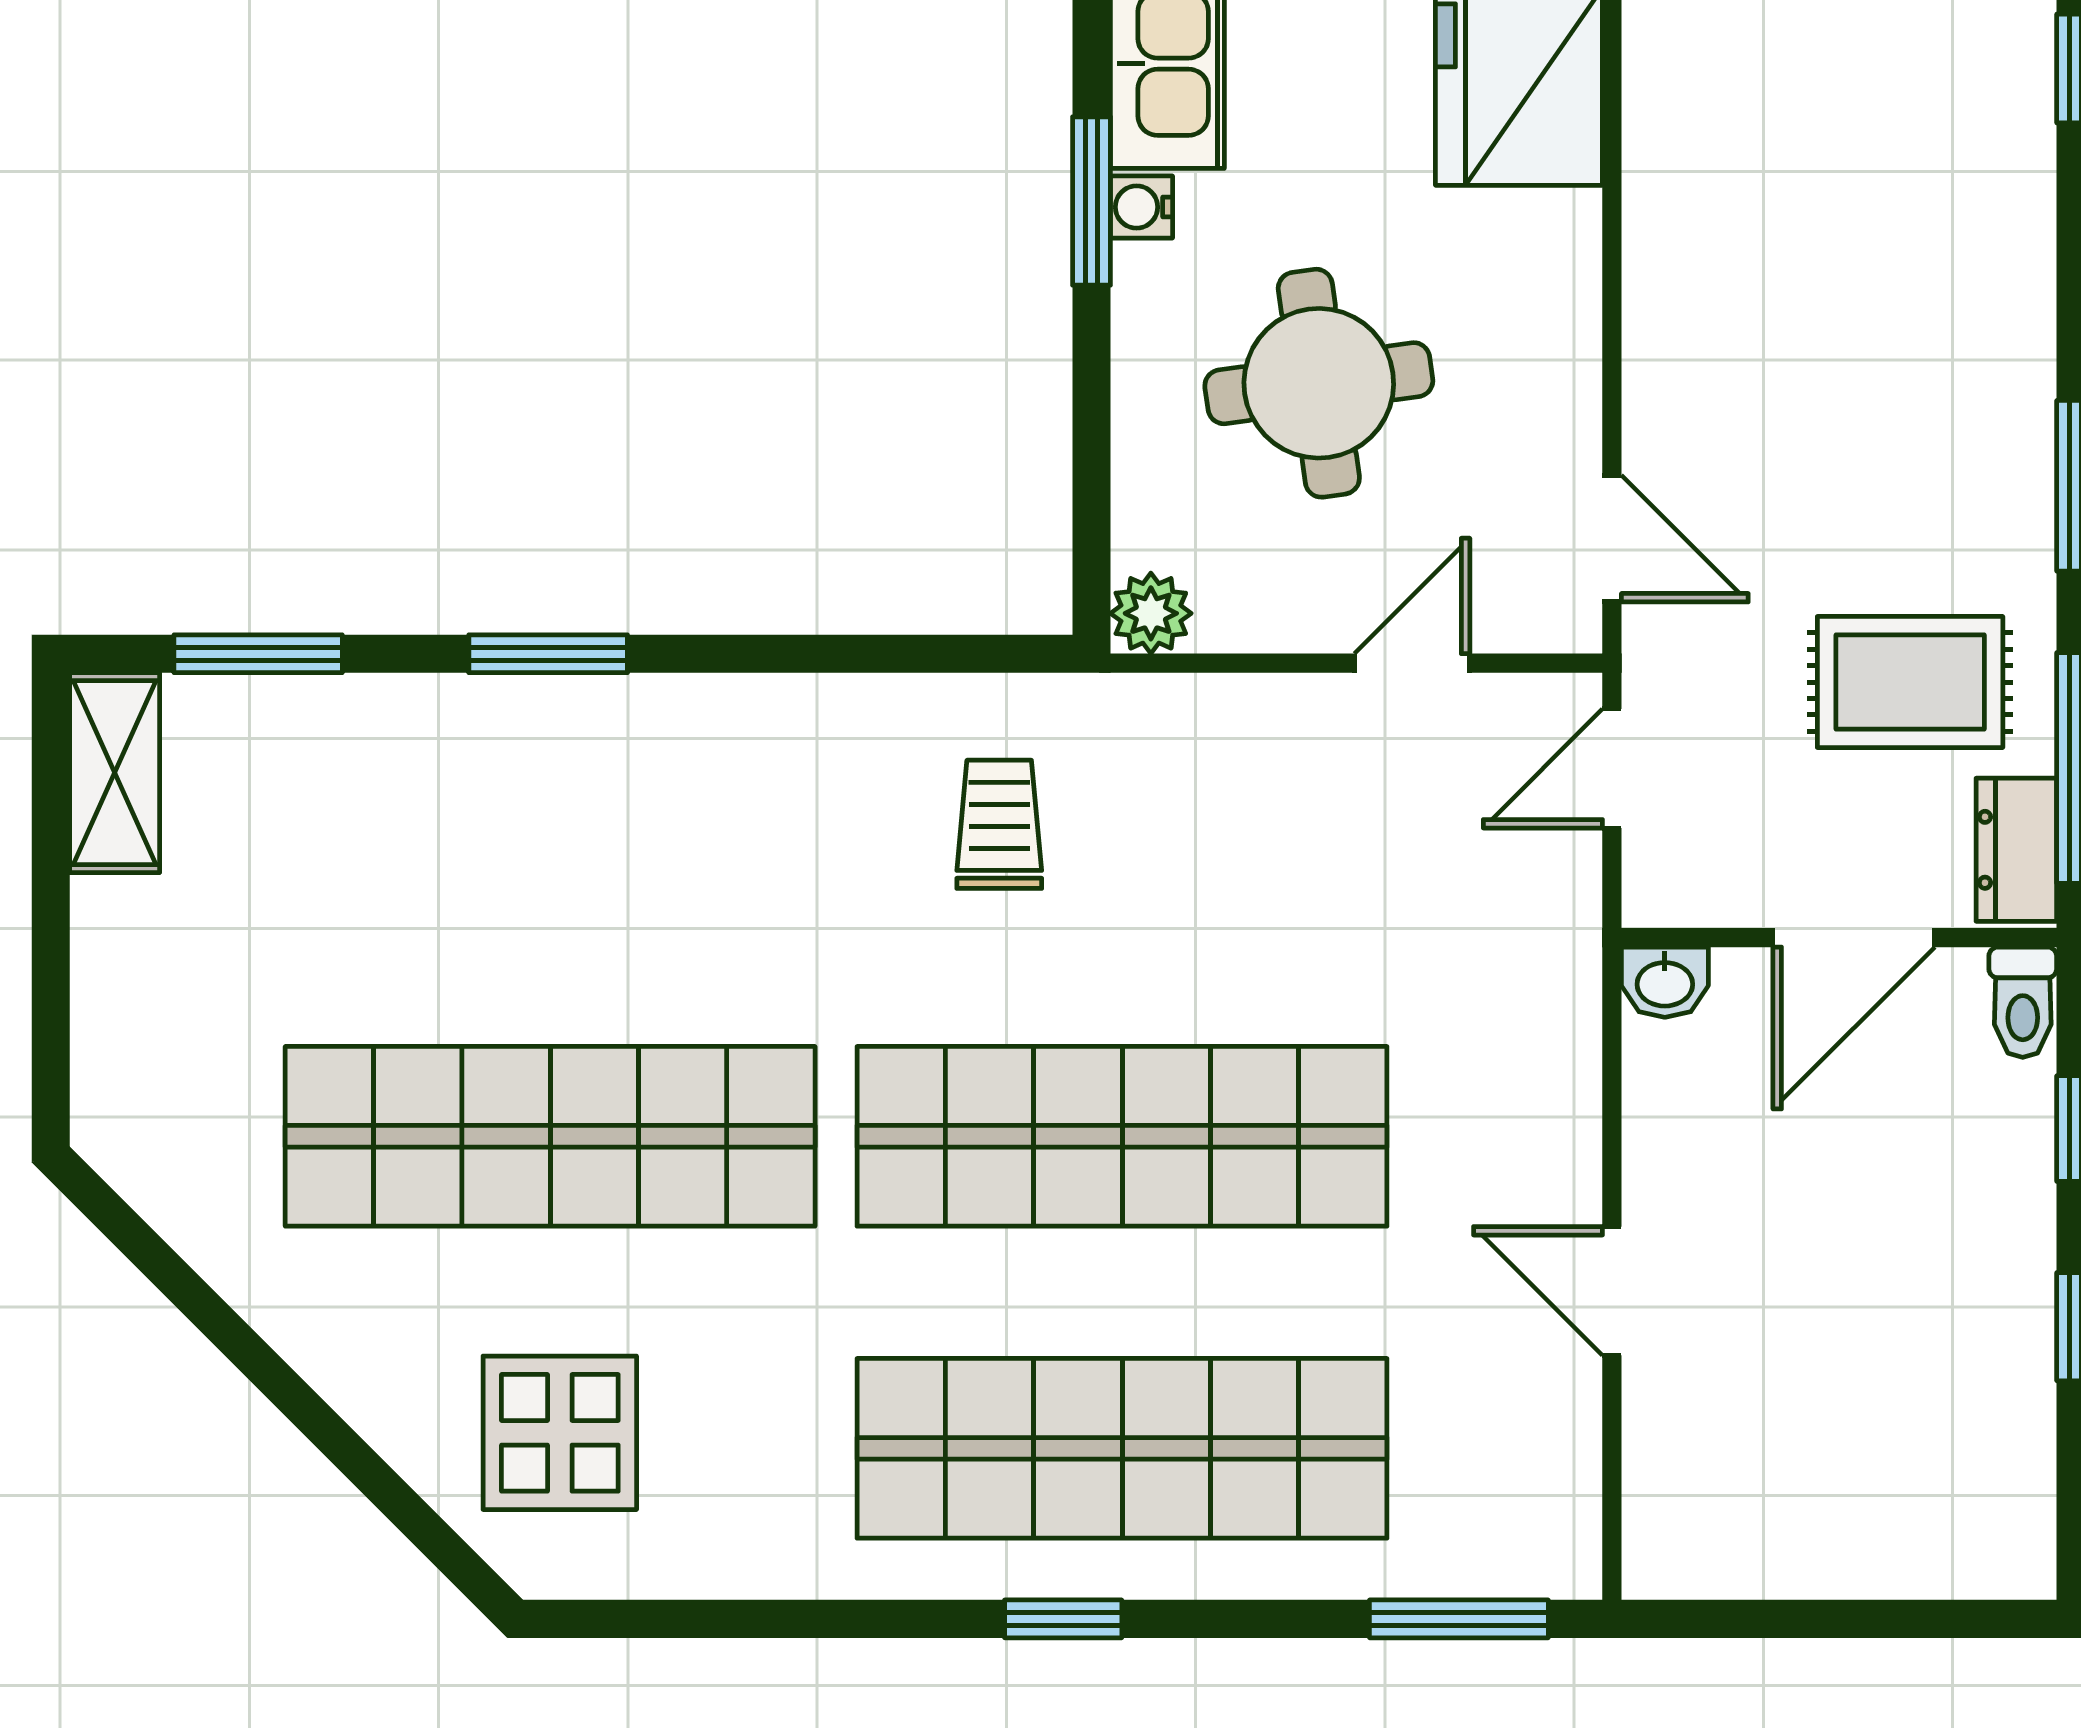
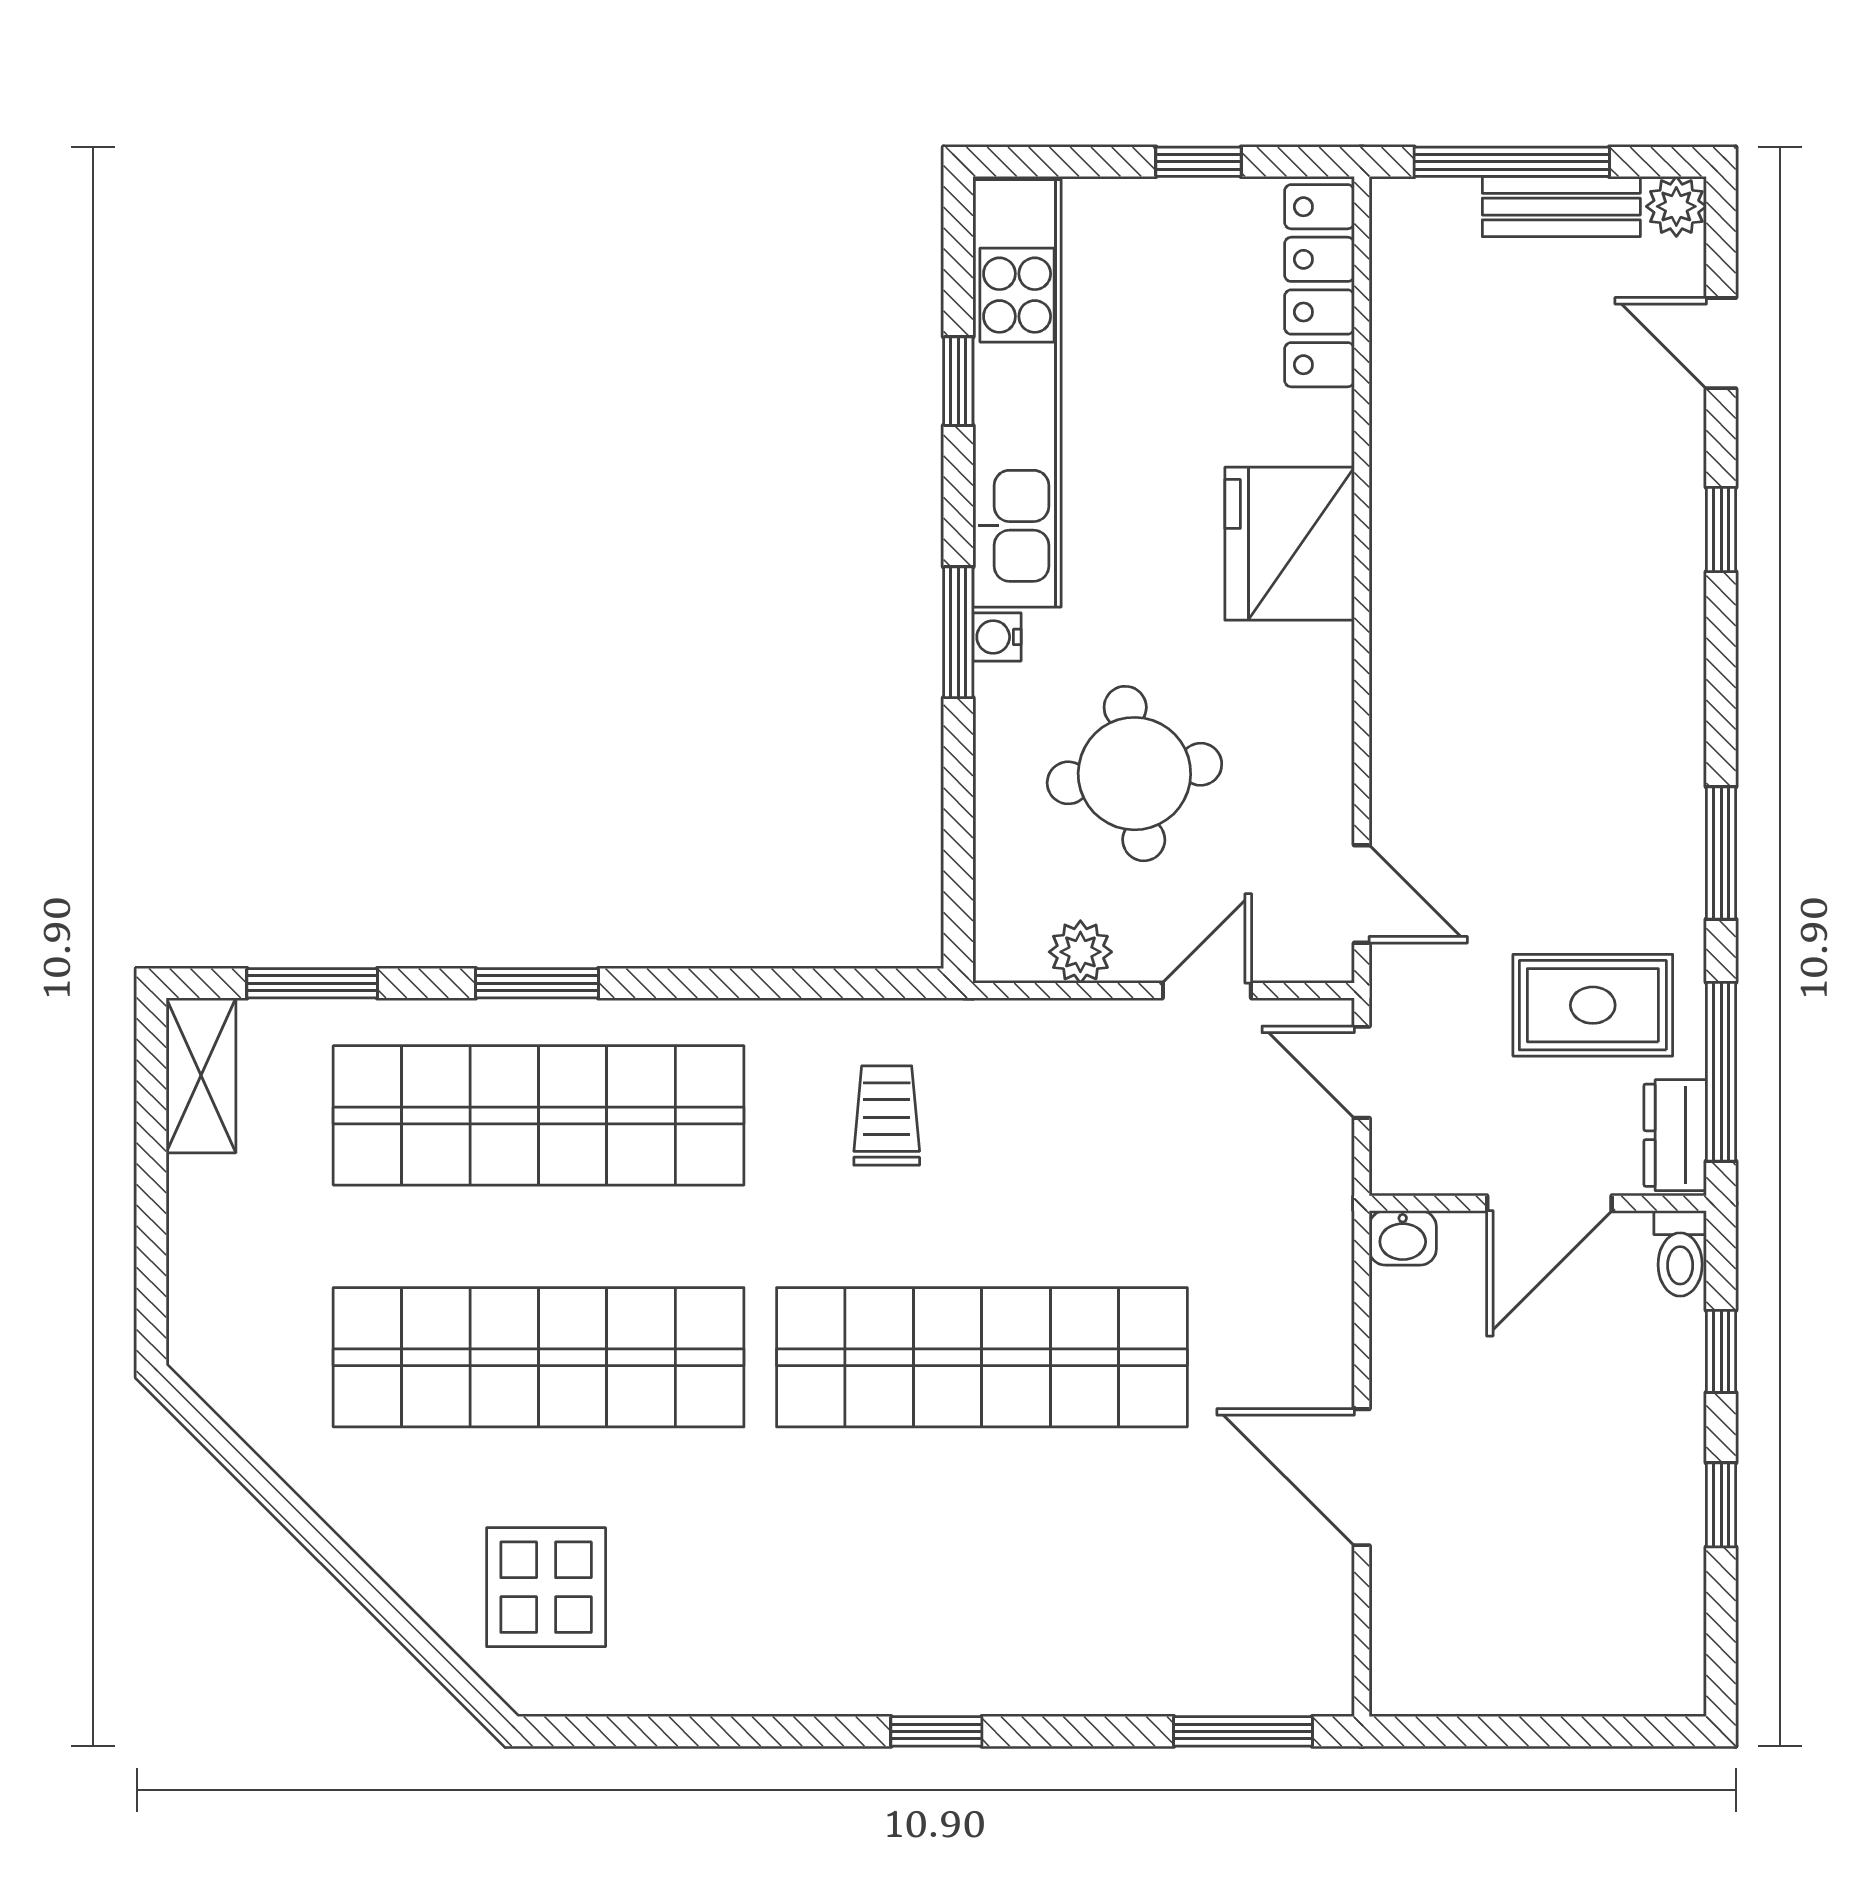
plant: (1151, 613) -> (1080, 952), moved
door: (1612, 768) -> (1362, 1072), hinge flipped
door: (1612, 1291) -> (1362, 1477), width x1.38
shop shelf: (1122, 1448) -> (539, 1115), moved

